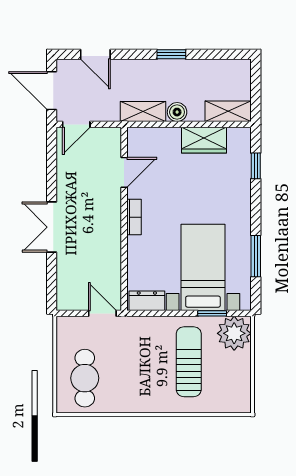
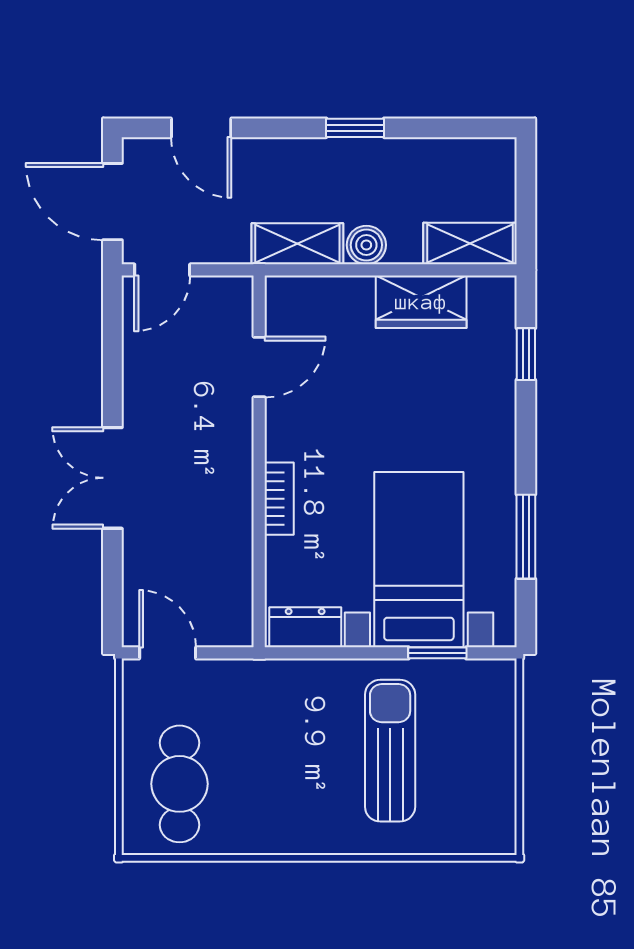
bookcase: (134, 217) -> (279, 499), moved
door: (102, 313) -> (168, 653), moved
plant: (234, 333) -> (482, 693), removed

